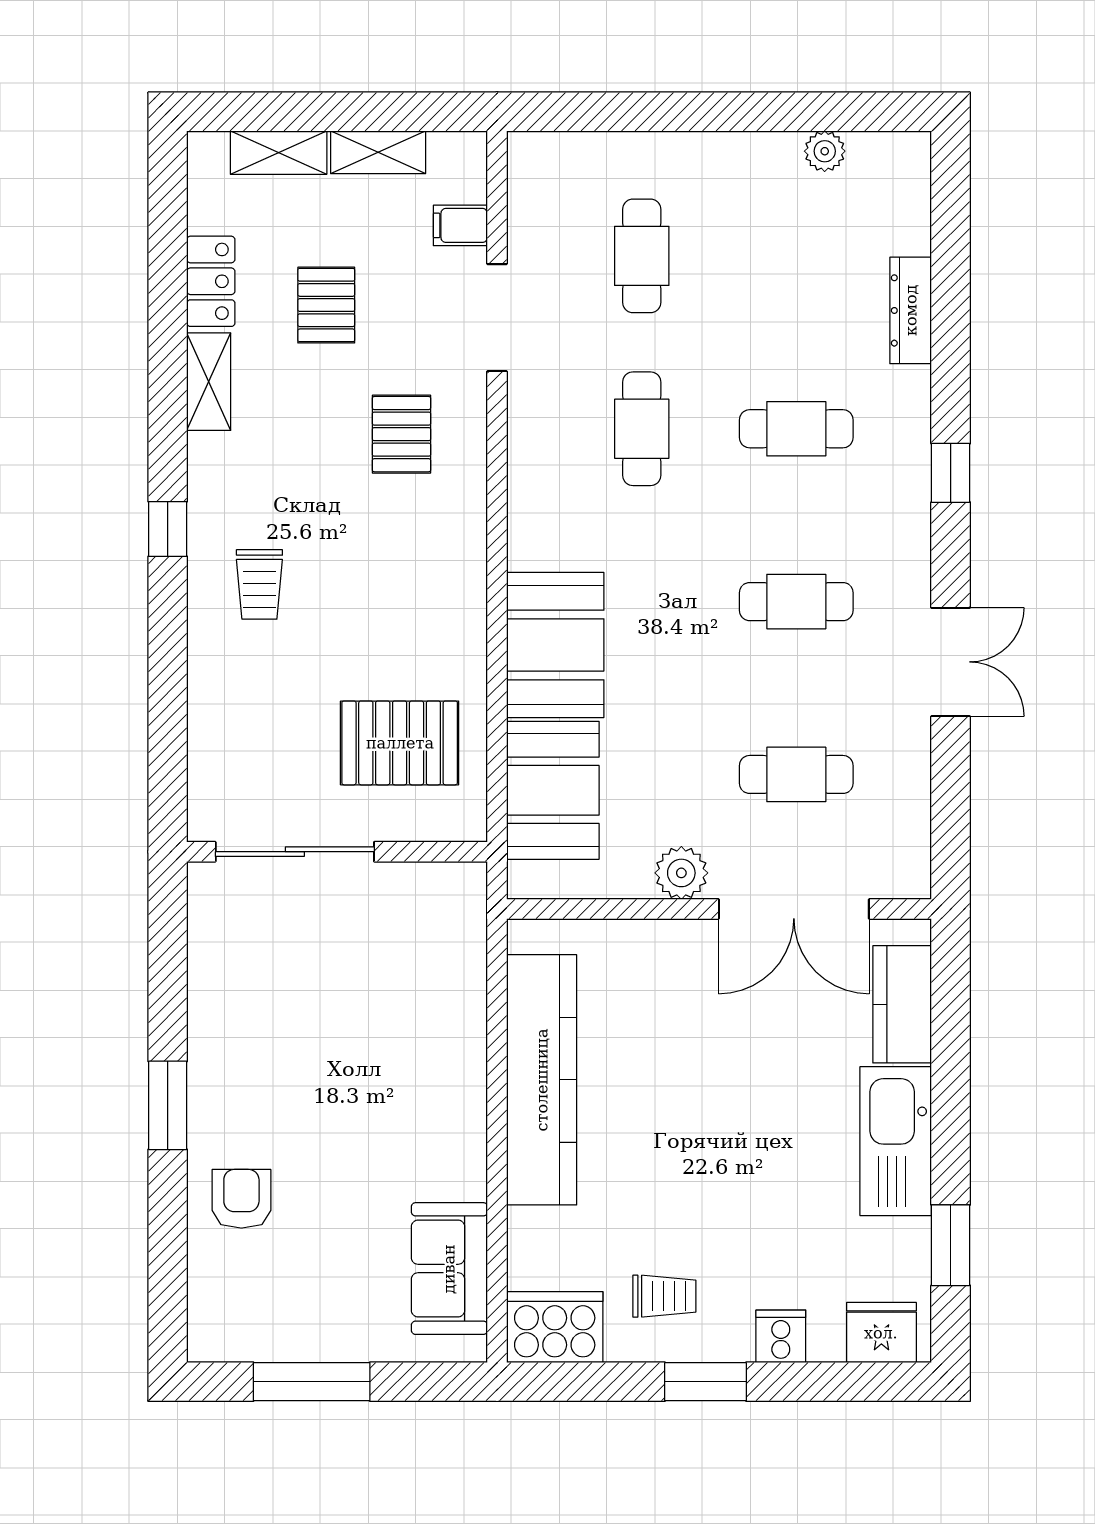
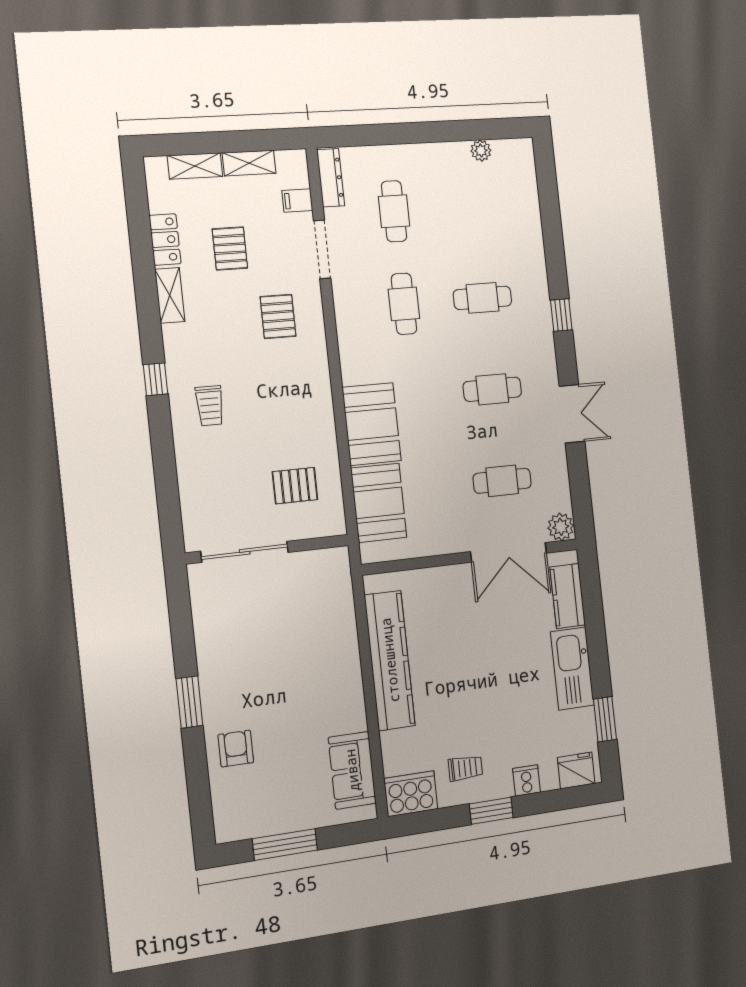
dresser: (911, 310) -> (331, 178), moved, turned 180
pallet: (400, 743) -> (295, 486), width x0.67, depth x0.71
plant: (681, 873) -> (561, 527), moved

